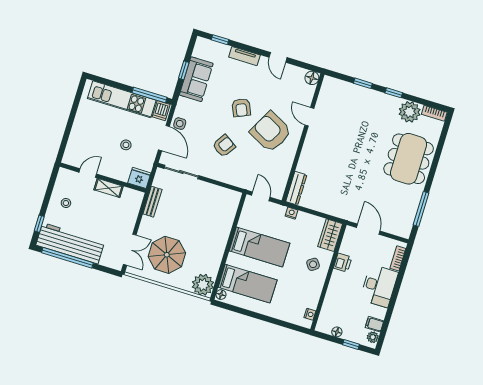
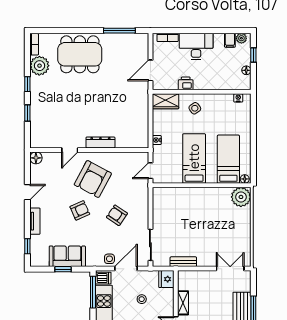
dresser: (296, 188) -> (100, 142), moved
parasol: (167, 255) -> (225, 236), removed

